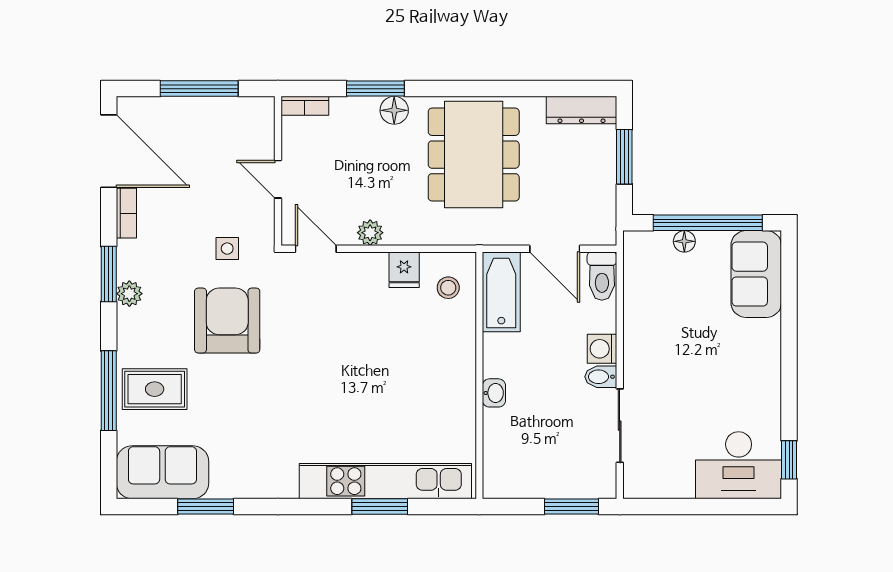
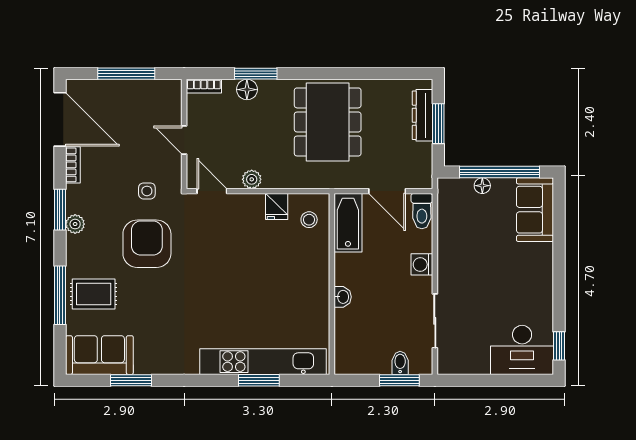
floor lamp: (394, 110) -> (247, 90), moved
dresser: (581, 110) -> (423, 115), moved, turned 90
bidet: (601, 377) -> (400, 363), moved, turned 90

